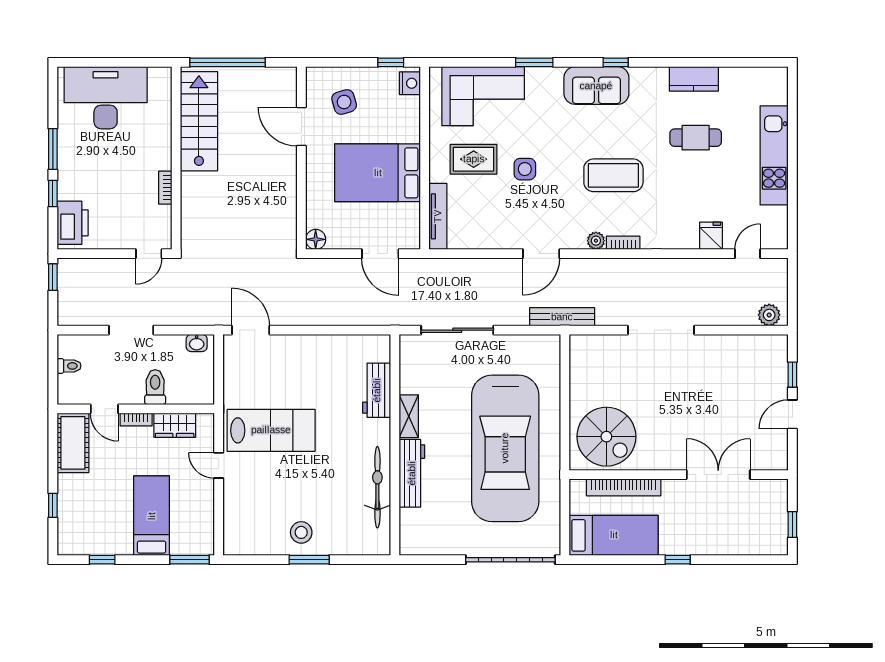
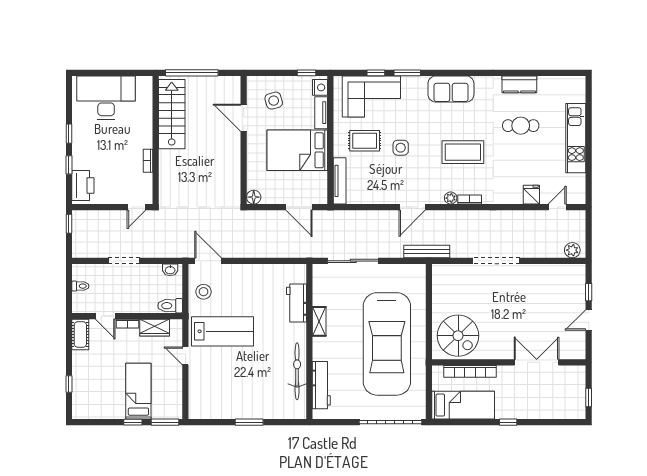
window: (616, 62) -> (376, 73), moved
tv unit: (412, 119) -> (321, 113), added
window: (53, 149) -> (69, 134), width x0.67
toilet: (155, 387) -> (170, 306), moved, turned -90
cot: (73, 443) -> (80, 334), width x0.73, depth x0.75
workbench: (412, 473) -> (321, 385), moved
stool: (301, 532) -> (203, 292), moved
window: (102, 560) -> (133, 422), moved

